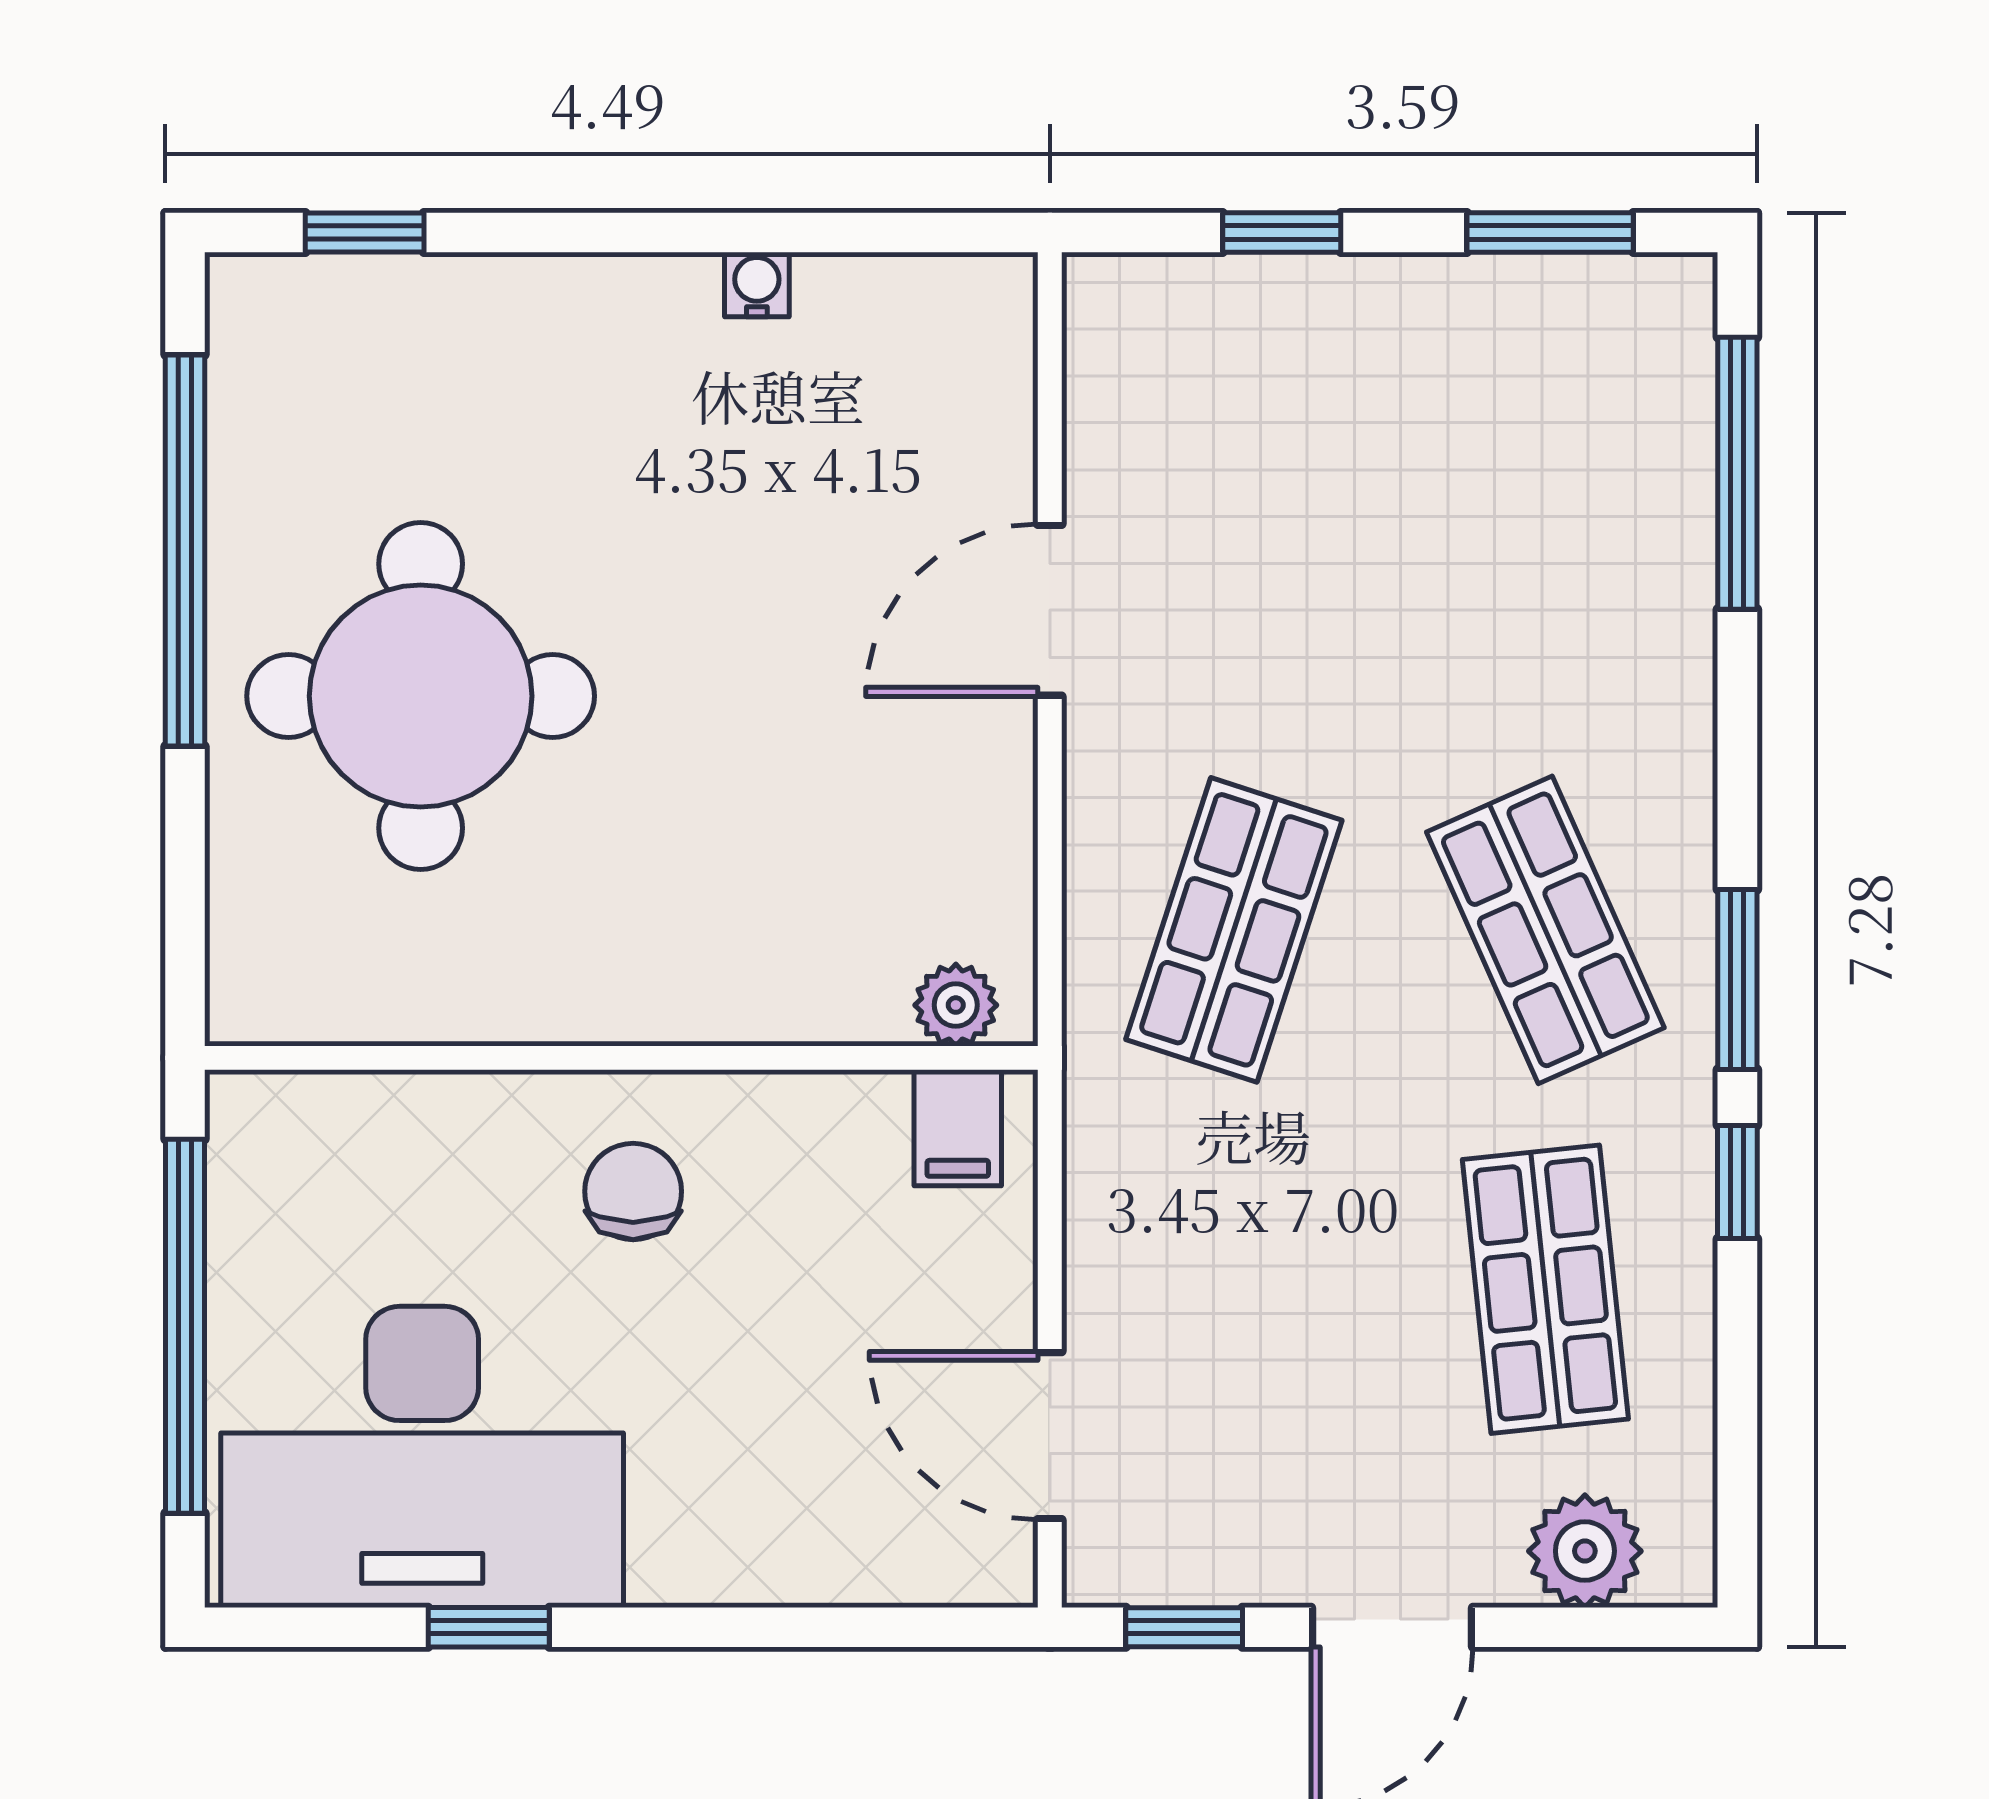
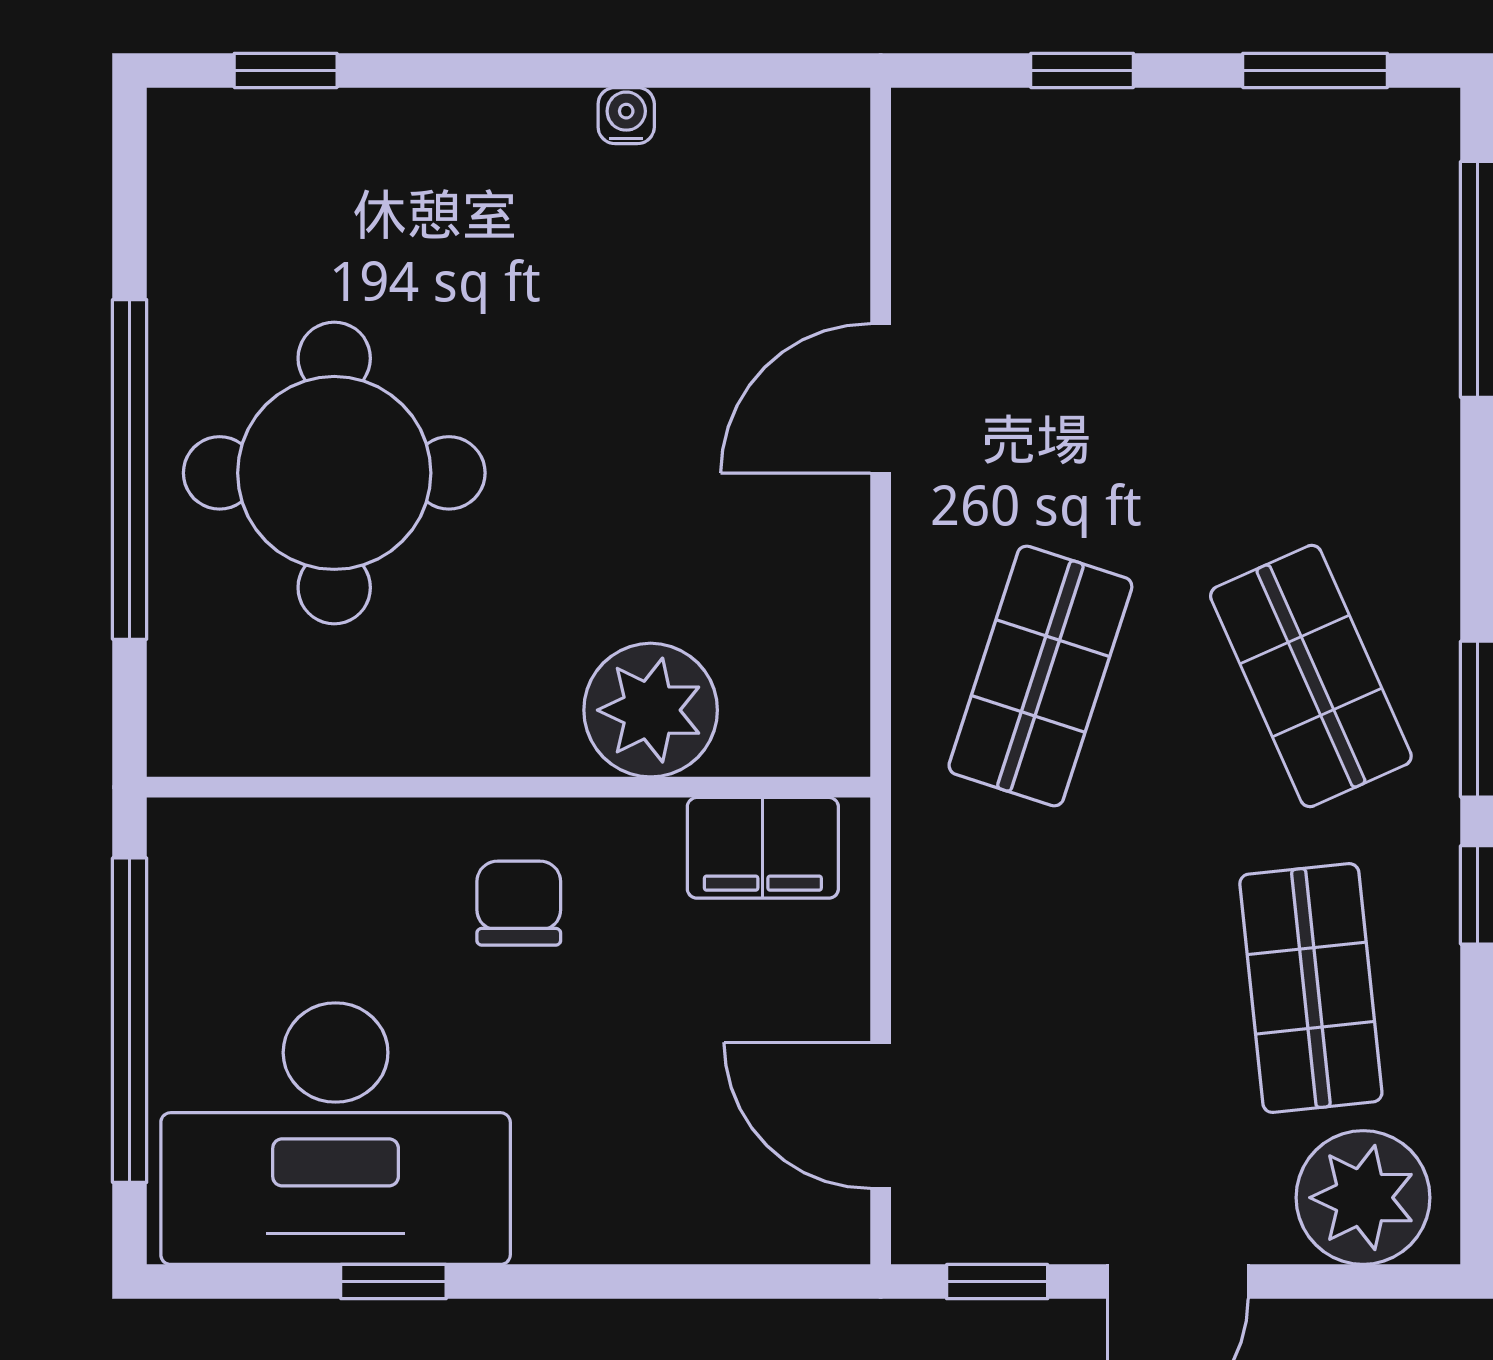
window: (185, 551) -> (130, 469), moved
plant: (956, 1005) -> (651, 710), moved, width x1.88, depth x1.88
filing cabinet: (958, 1128) -> (763, 848), width x2.00
plant: (1585, 1551) -> (1363, 1198), width x1.36, depth x1.36

